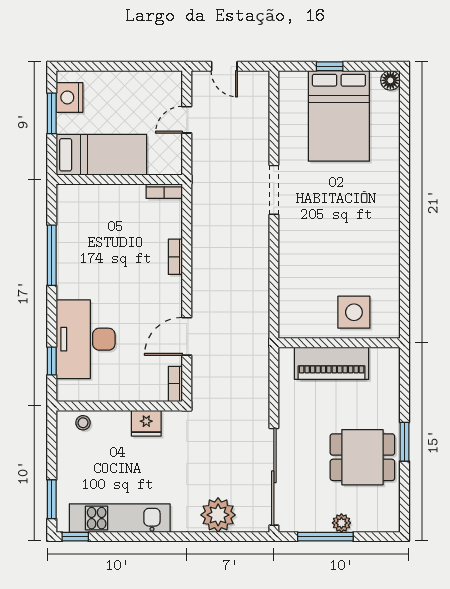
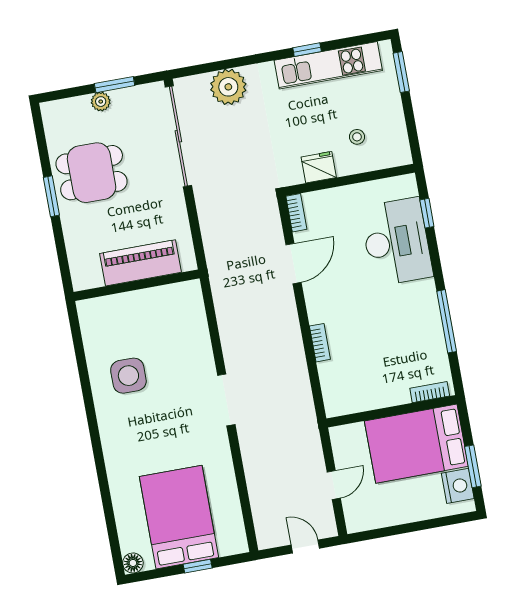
bed: (101, 155) -> (416, 444), width x1.50
doorway: (274, 190) -> (226, 400), moved
bookcase: (164, 191) -> (430, 392), moved
side table: (354, 312) -> (128, 376), moved
stool: (83, 423) -> (357, 137), moved
window: (75, 537) -> (307, 50), moved
window: (325, 537) -> (115, 85), width x0.69

